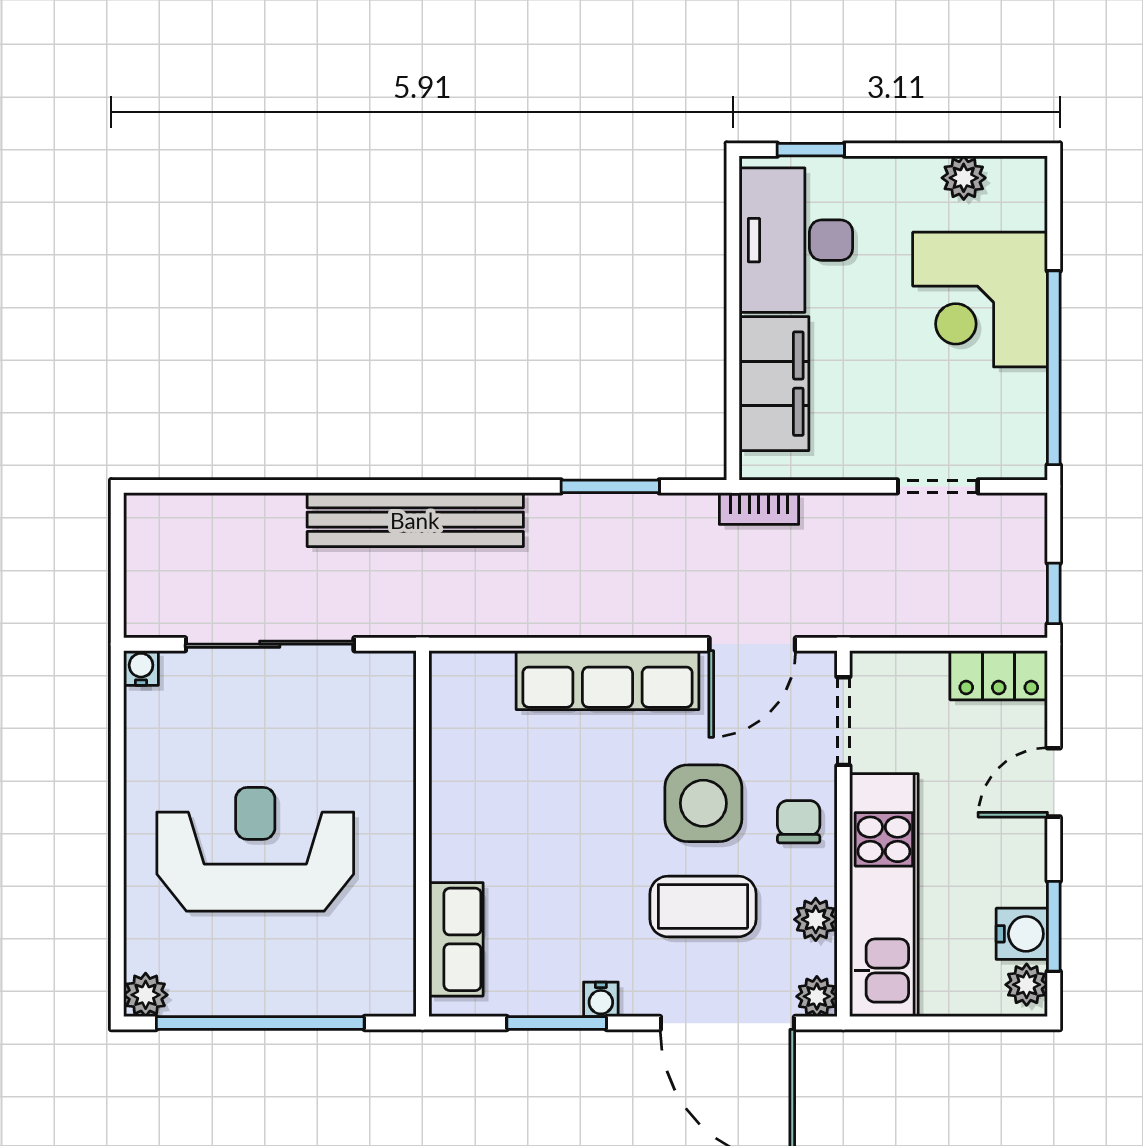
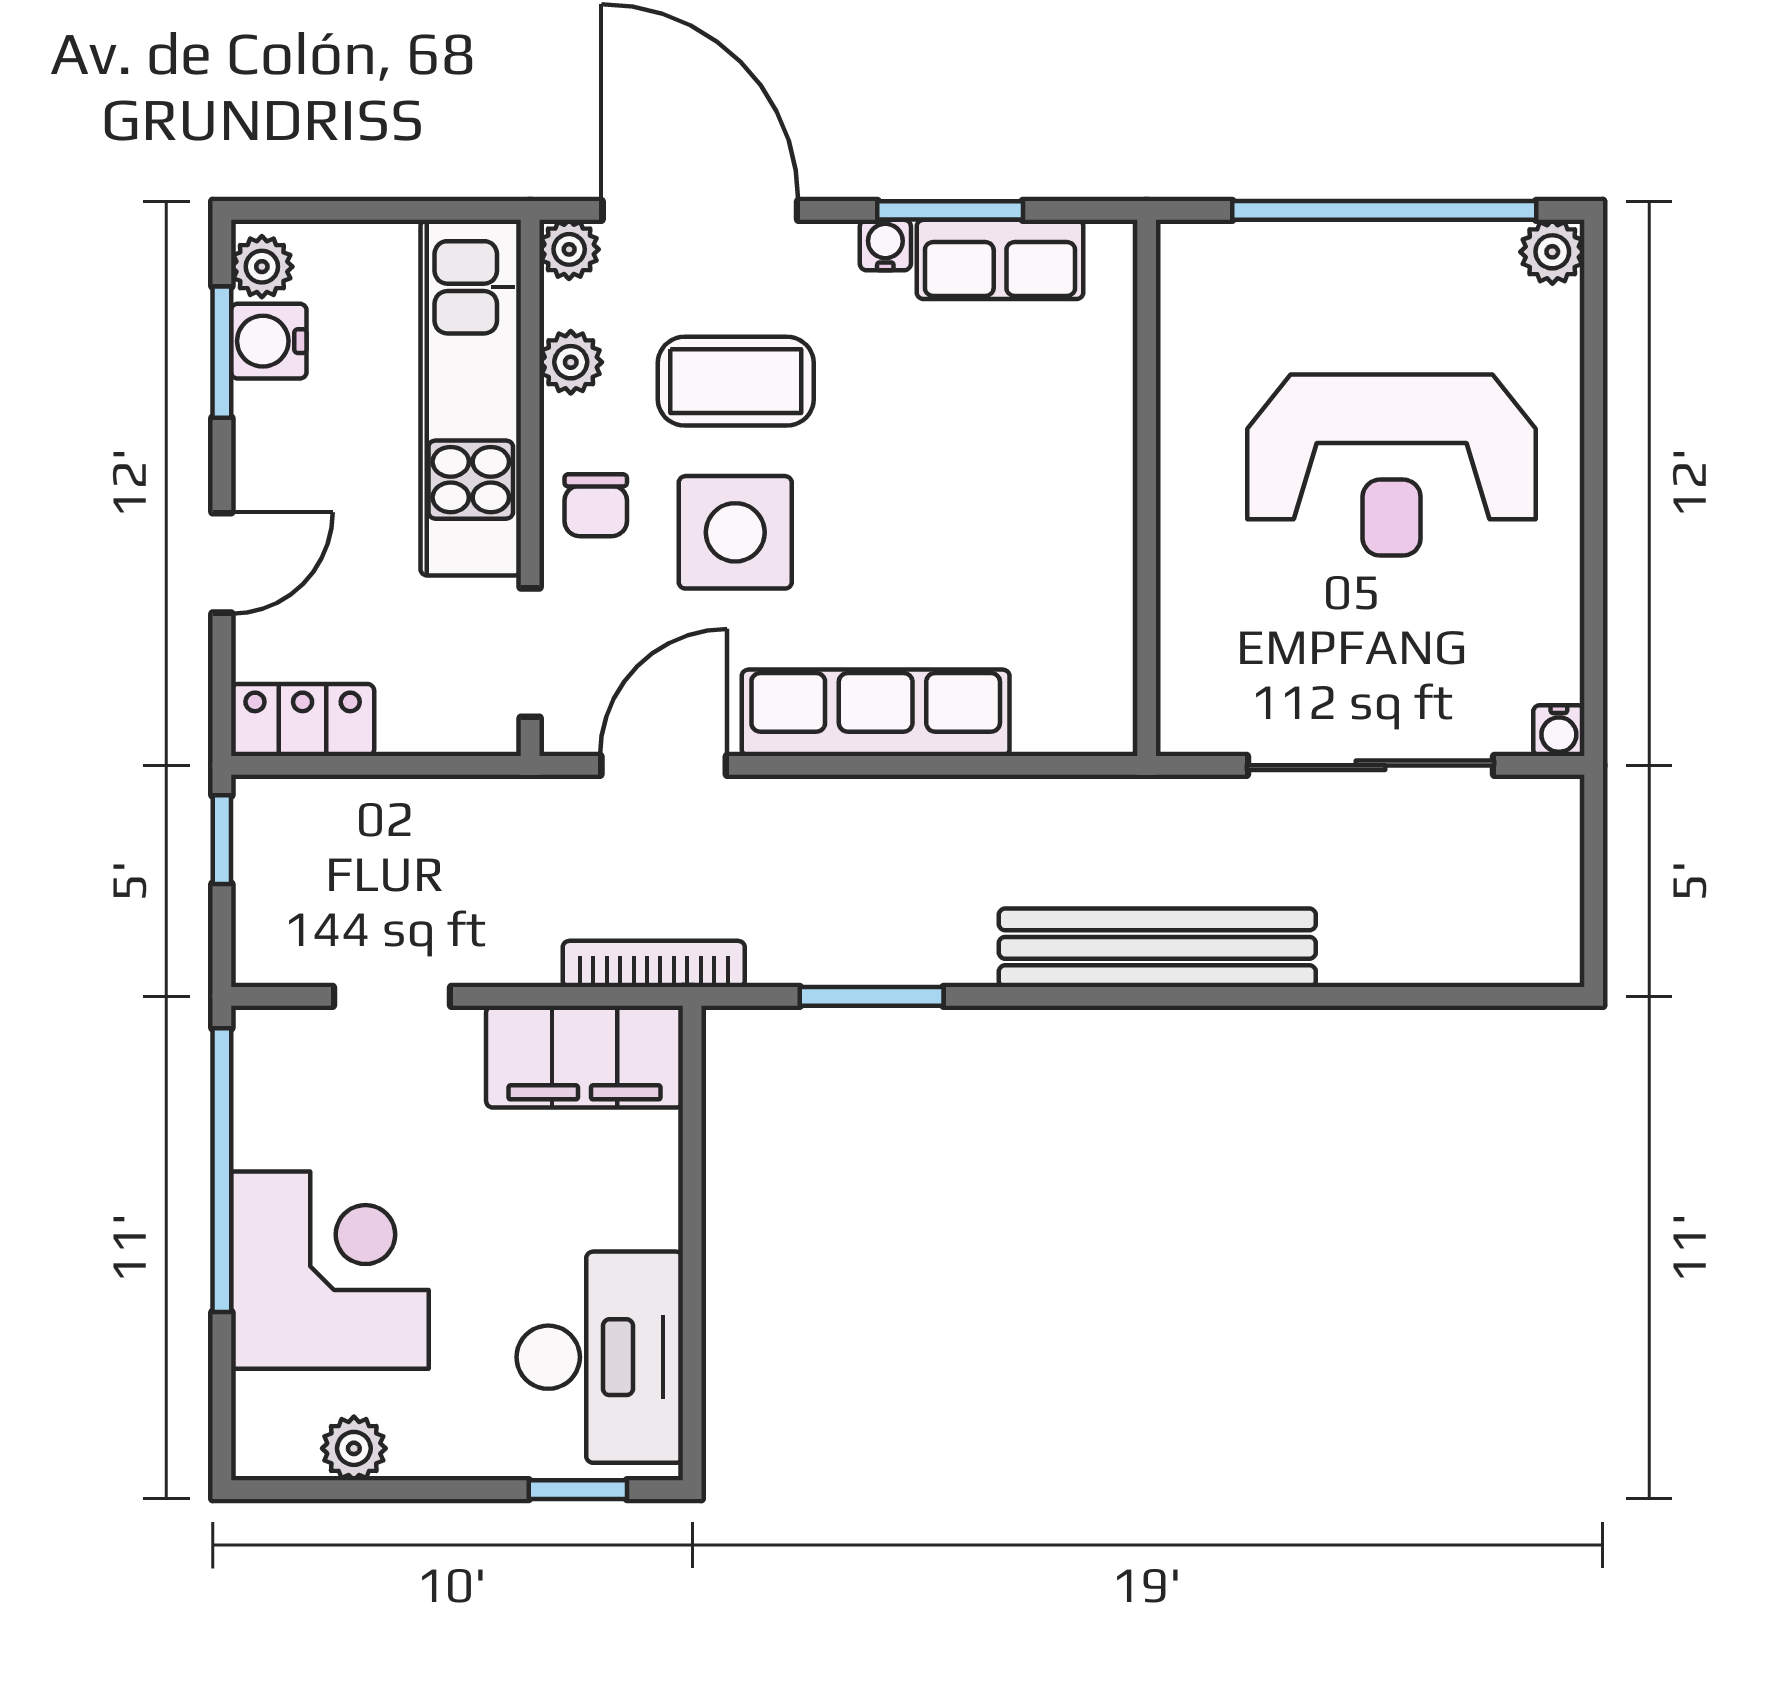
filing cabinet: (774, 384) -> (584, 1057), moved, turned -90
bookcase: (759, 509) -> (654, 964), width x1.56
row of seats: (456, 939) -> (1000, 259), moved, turned -90

